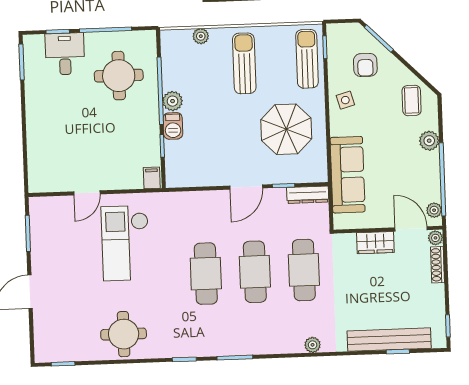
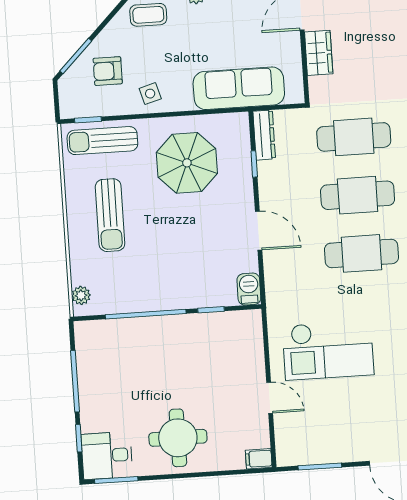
plant: (201, 36) -> (81, 295), moved
desk: (65, 54) -> (107, 455), moved
sun lounger: (244, 63) -> (110, 215), turned -90
armchair: (365, 65) -> (108, 71), turned 180
round table: (119, 76) -> (178, 438), moved
plant: (173, 101) -> (157, 299), removed
barbecue: (173, 126) -> (249, 289), moved, turned -90
filing cabinet: (152, 178) -> (259, 459), moved
door: (246, 187) -> (259, 231), moved

